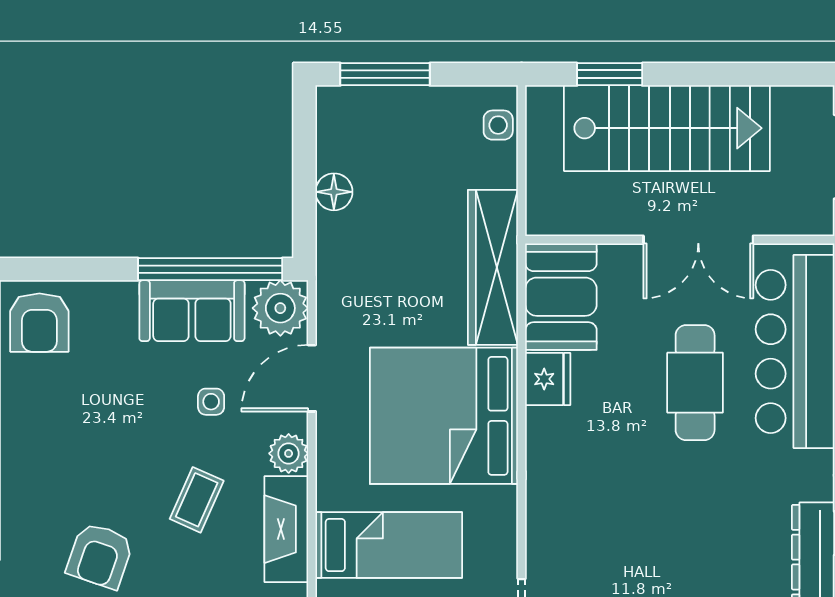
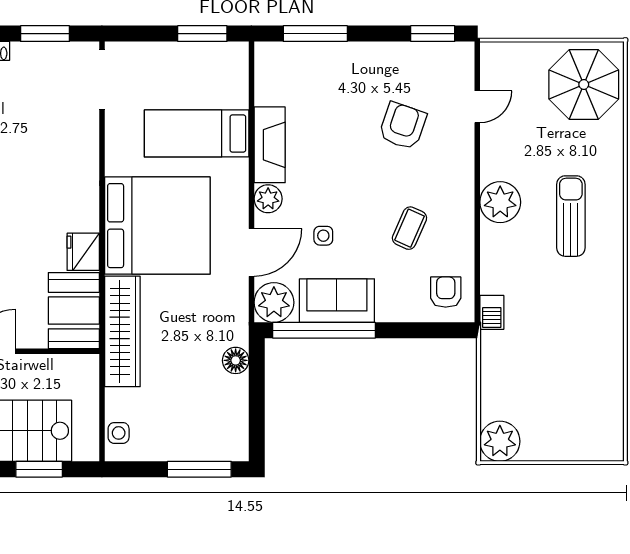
floor lamp: (334, 192) -> (236, 360), moved
armchair: (39, 323) -> (446, 292), width x0.72, depth x0.72
coffee table: (197, 500) -> (409, 228), moved

